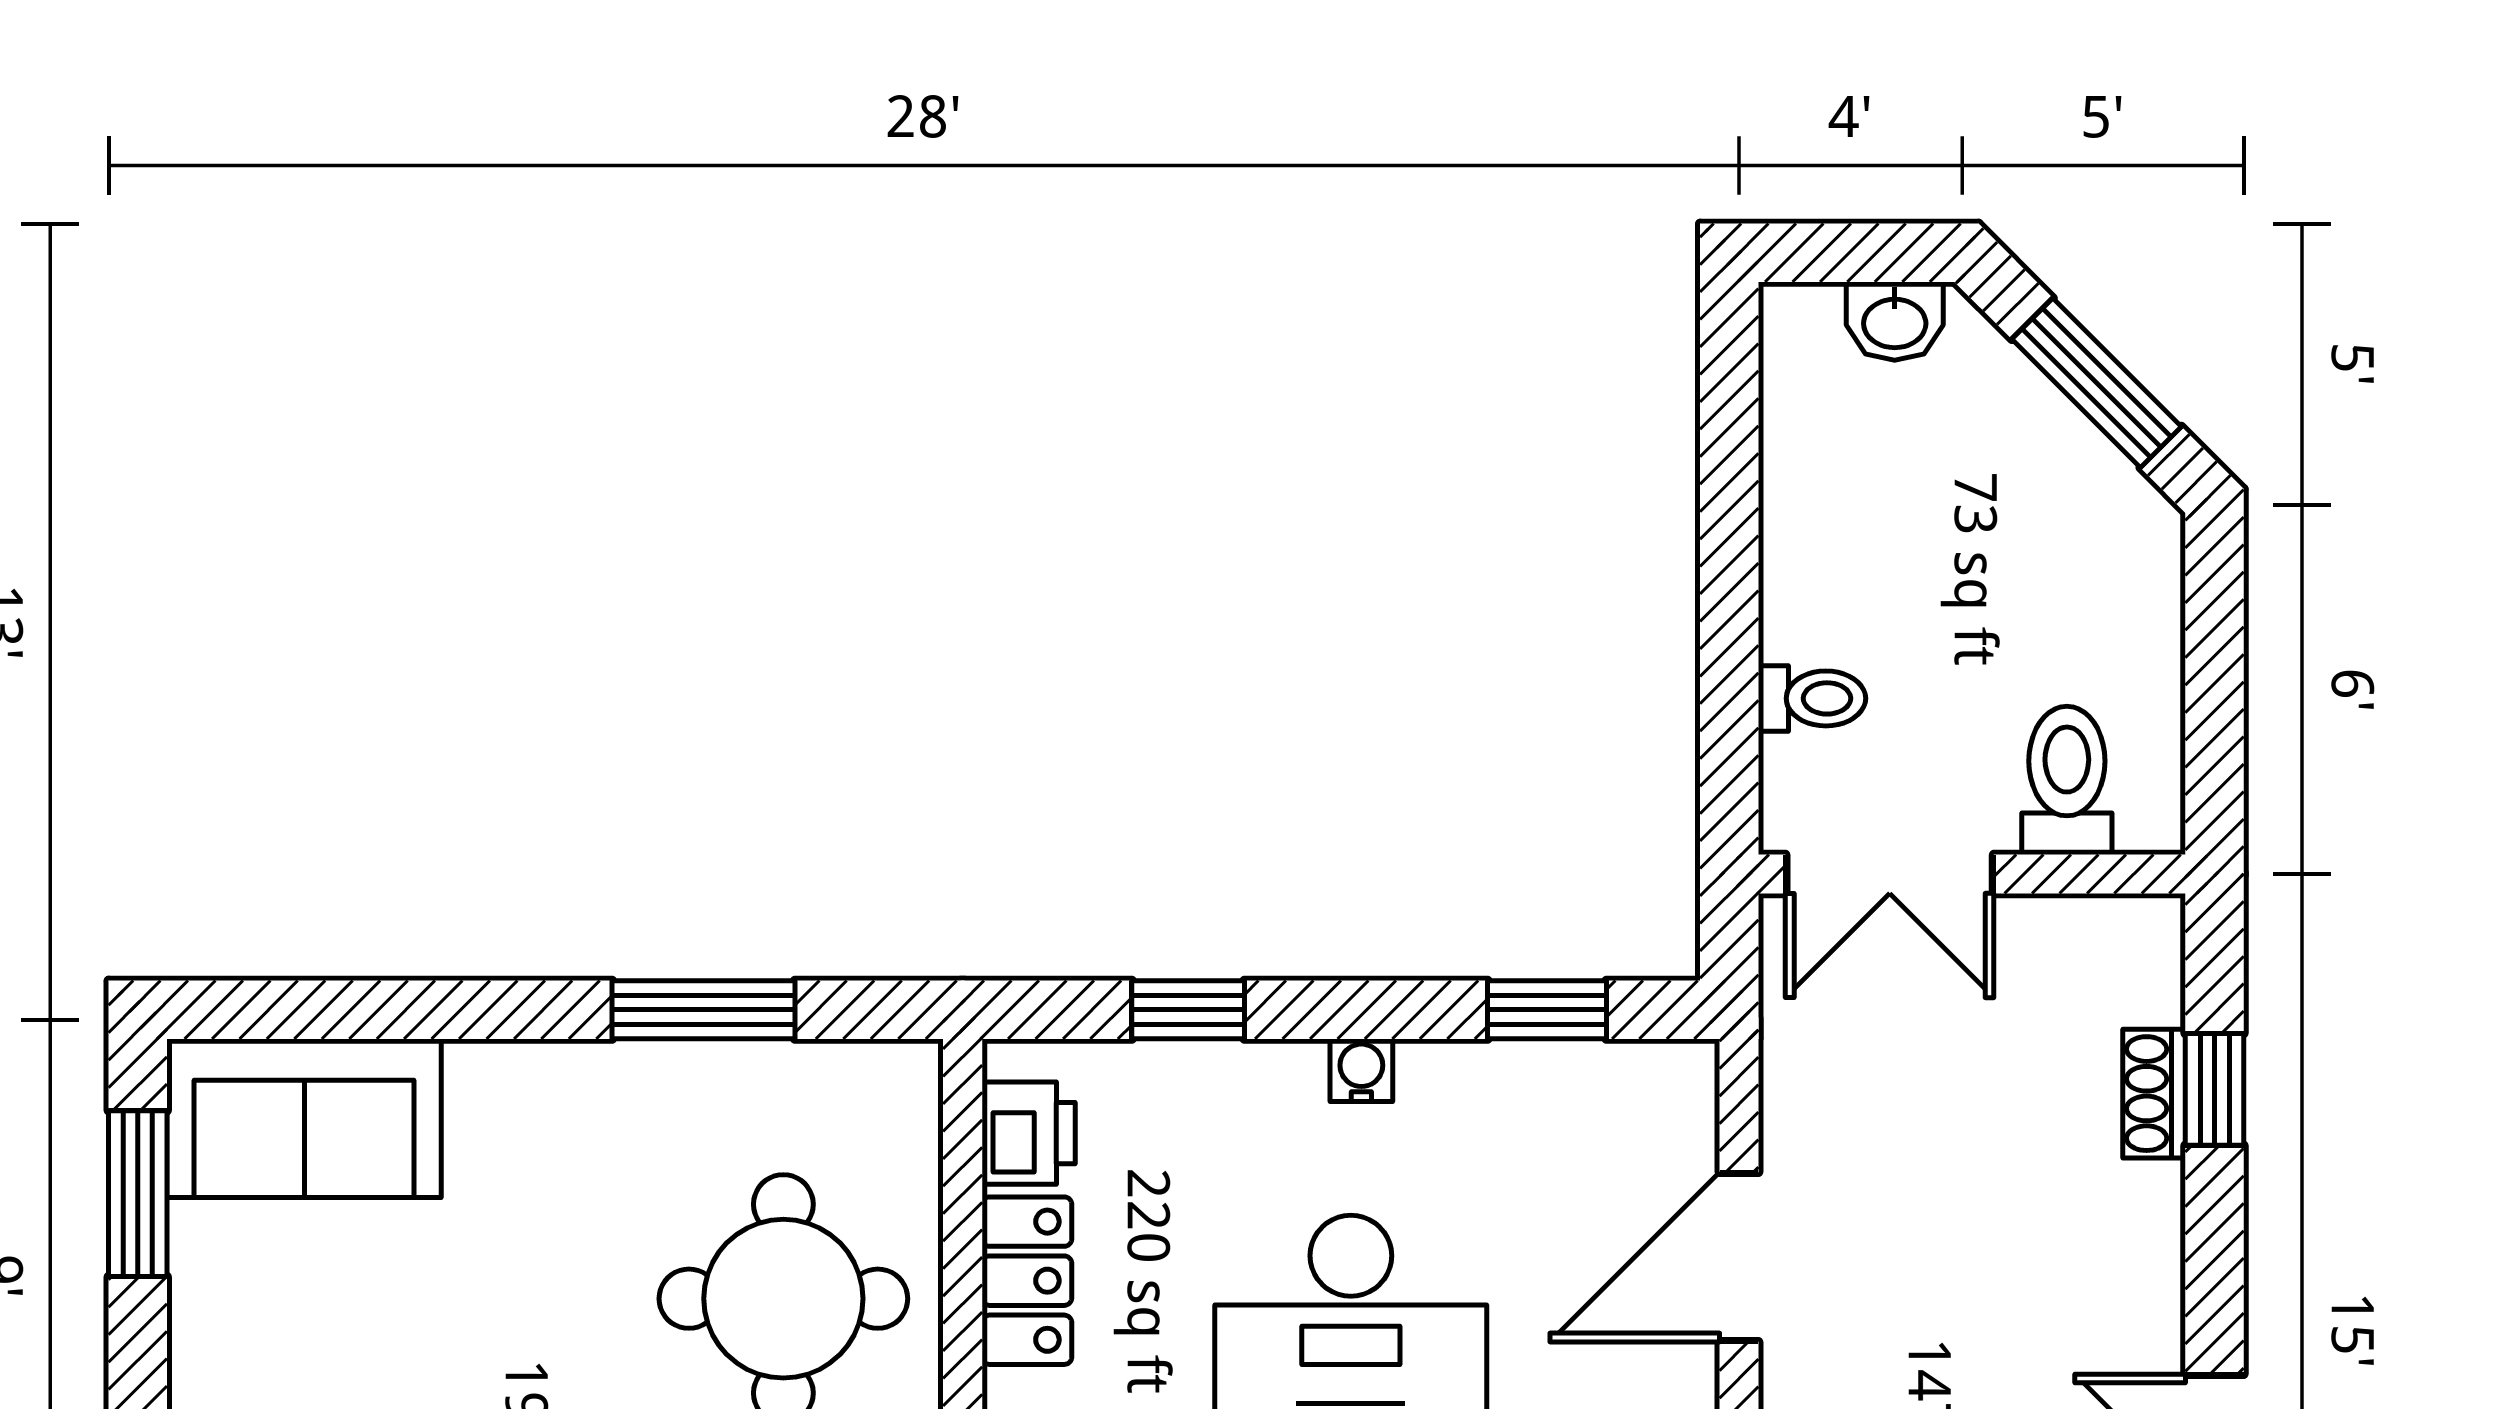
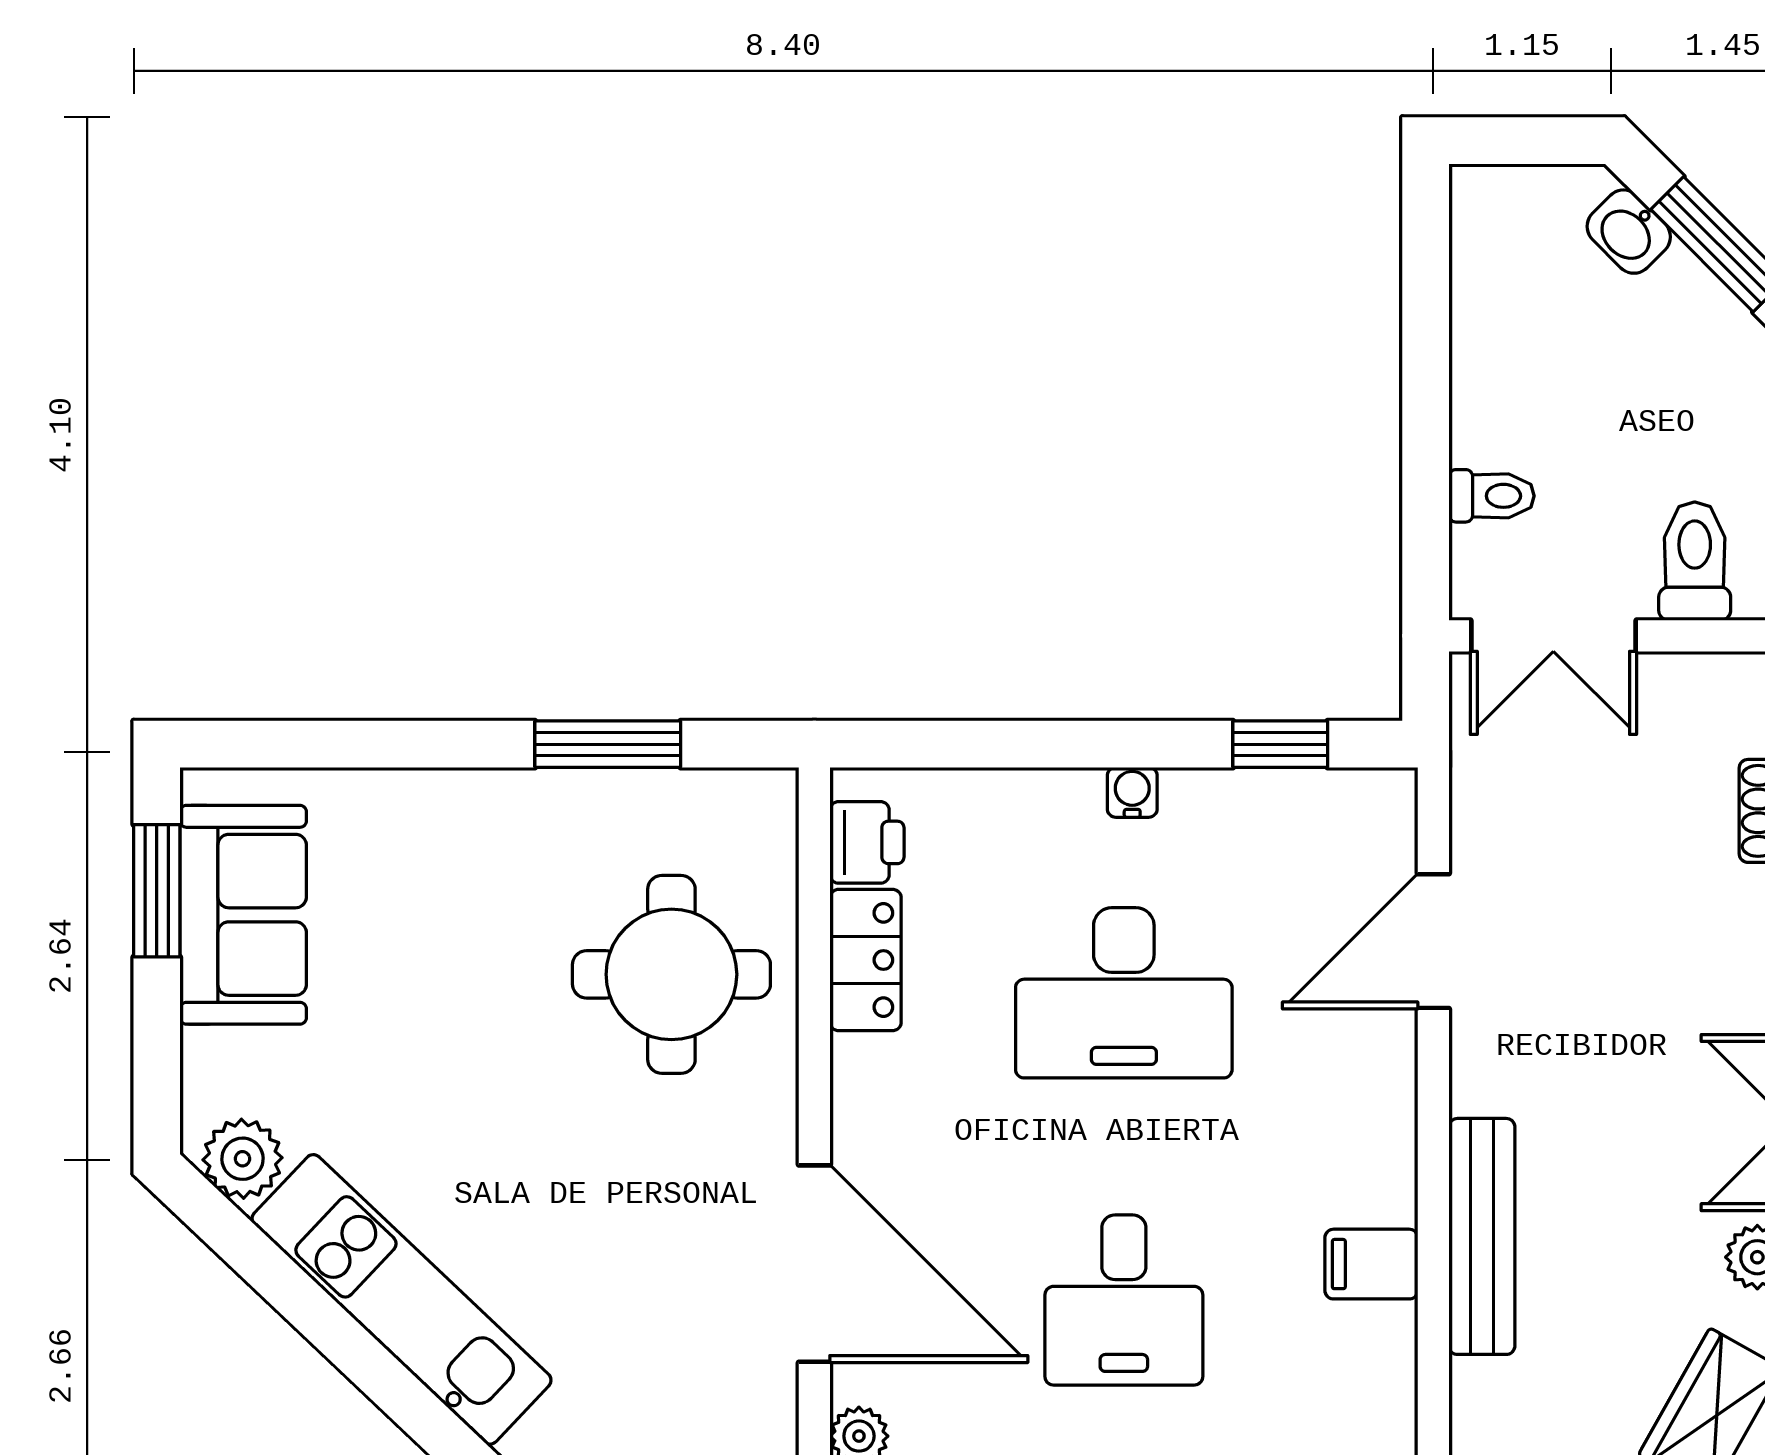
washbasin: (1895, 321) -> (1629, 232), moved, turned 45
window: (1188, 1010) -> (994, 744), removed
sofa: (304, 1118) -> (243, 915), moved, turned -90

